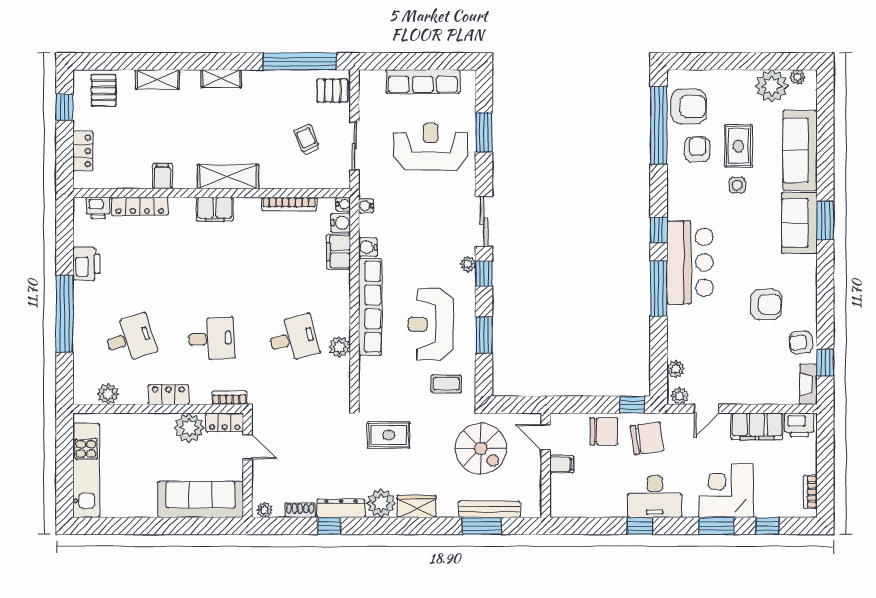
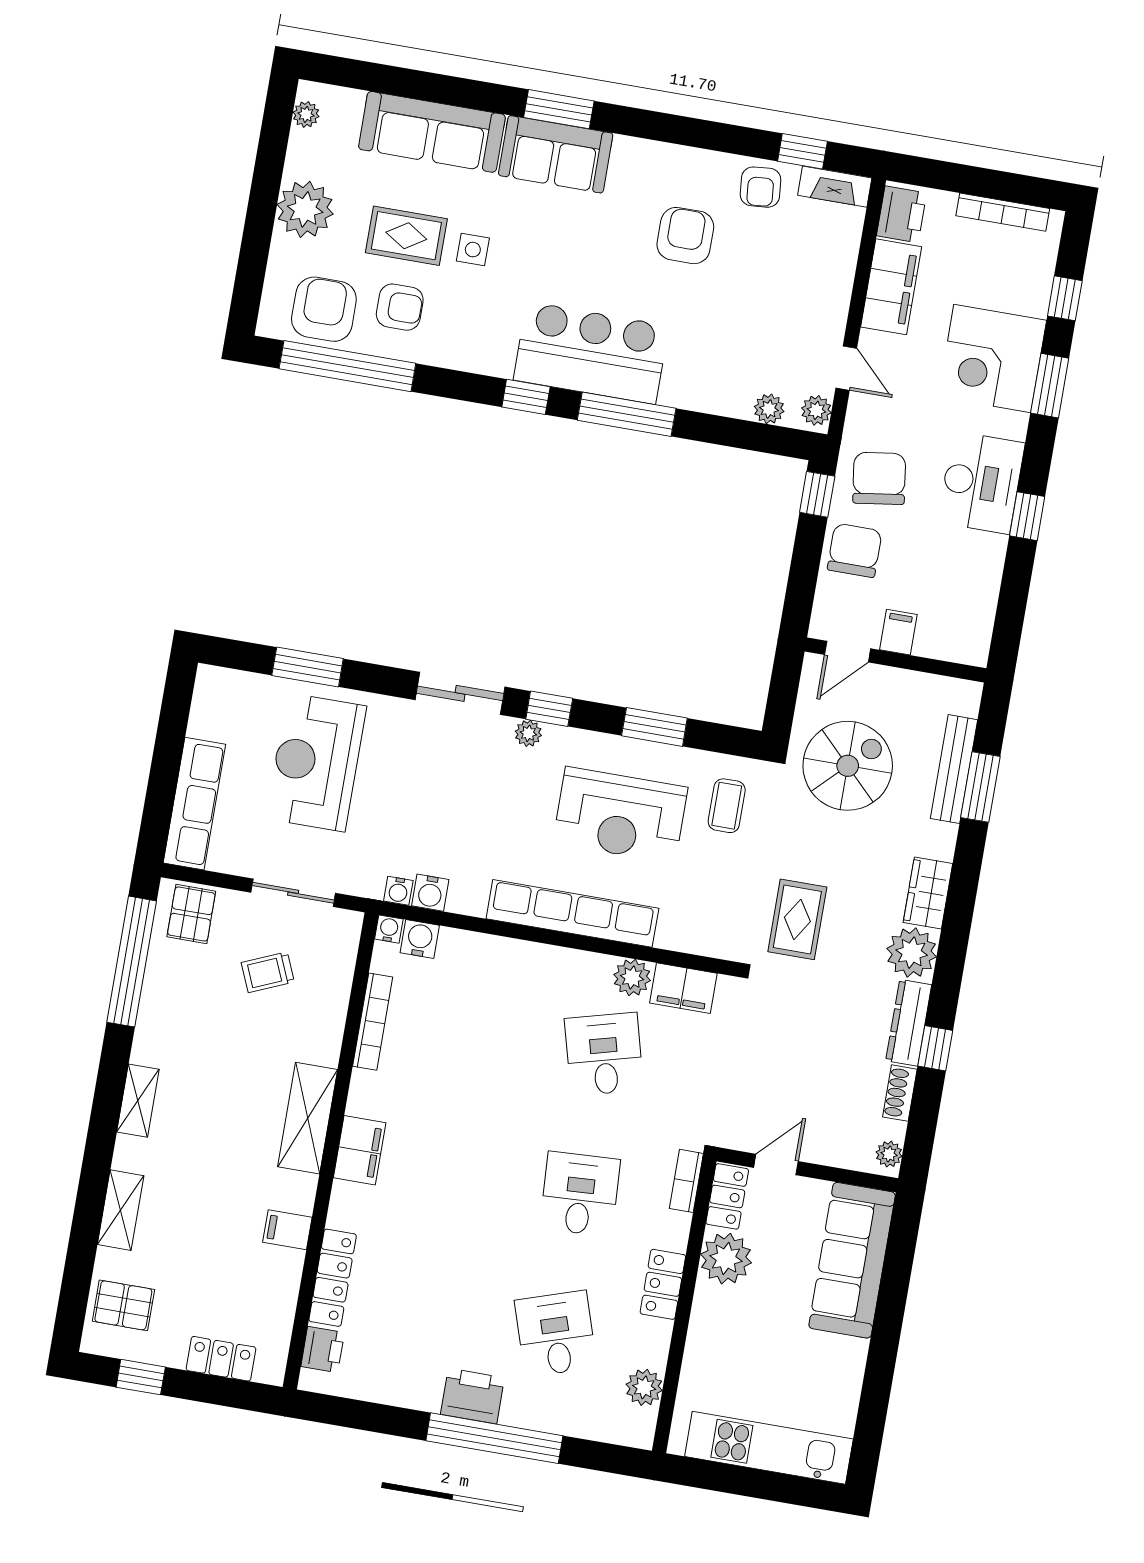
row of seats: (423, 81) -> (194, 804), moved
plant: (772, 86) -> (305, 209), moved
armchair: (697, 149) -> (400, 307), turned 180
water cooler: (368, 247) -> (430, 893), moved
filing cabinet: (339, 252) -> (683, 988), moved
printer: (86, 264) -> (472, 1396), moved
bookcase: (810, 492) -> (1003, 212), width x1.56

